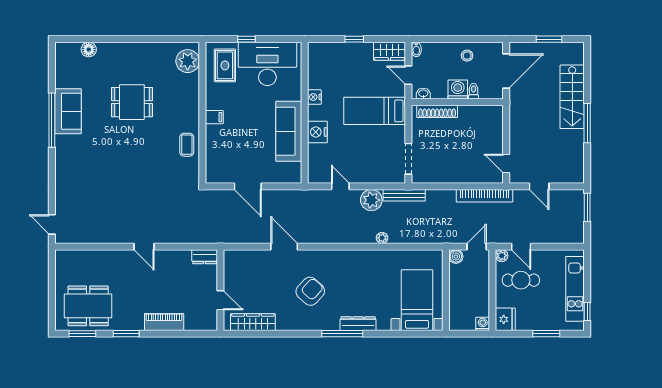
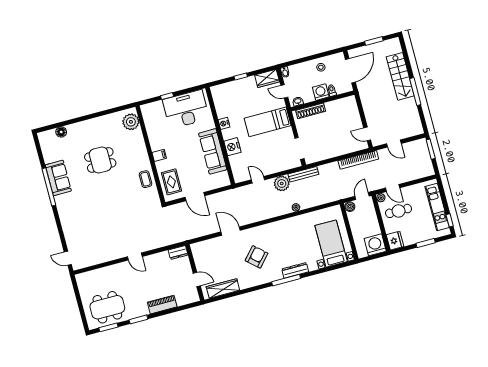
rug: (225, 65) -> (171, 182), moved
washing machine: (483, 324) -> (375, 245), width x1.89, depth x1.89

